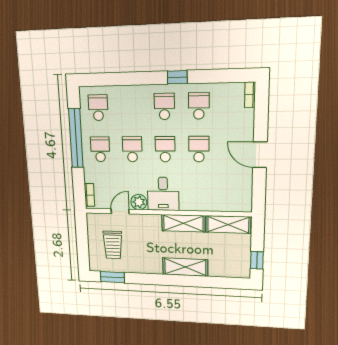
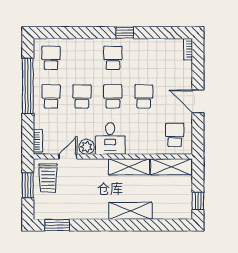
school desk: (199, 106) -> (175, 135), moved
window: (82, 238) -> (28, 185), added
trolley: (113, 245) -> (48, 178), moved

